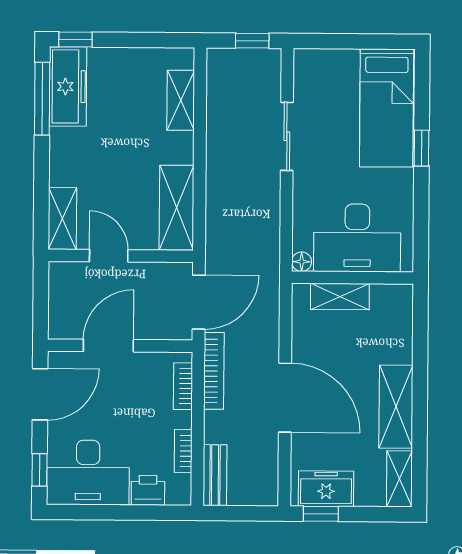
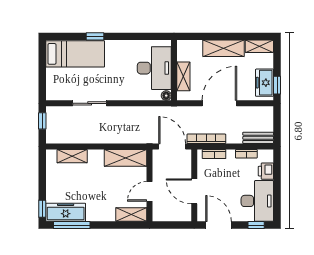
desk: (357, 238) -> (154, 68), moved
floor lamp: (302, 262) -> (166, 96), moved
wall: (353, 278) -> (174, 70), moved
shelving: (340, 297) -> (183, 76), moved

